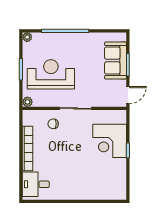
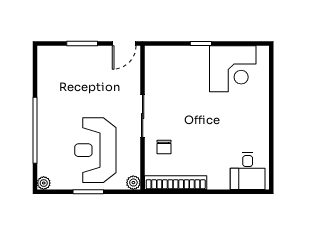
sofa: (116, 61) -> (76, 61), removed
door: (128, 95) -> (124, 44), swing flipped
corner desk: (110, 141) -> (233, 69), moved
bookcase: (28, 148) -> (176, 183), moved

